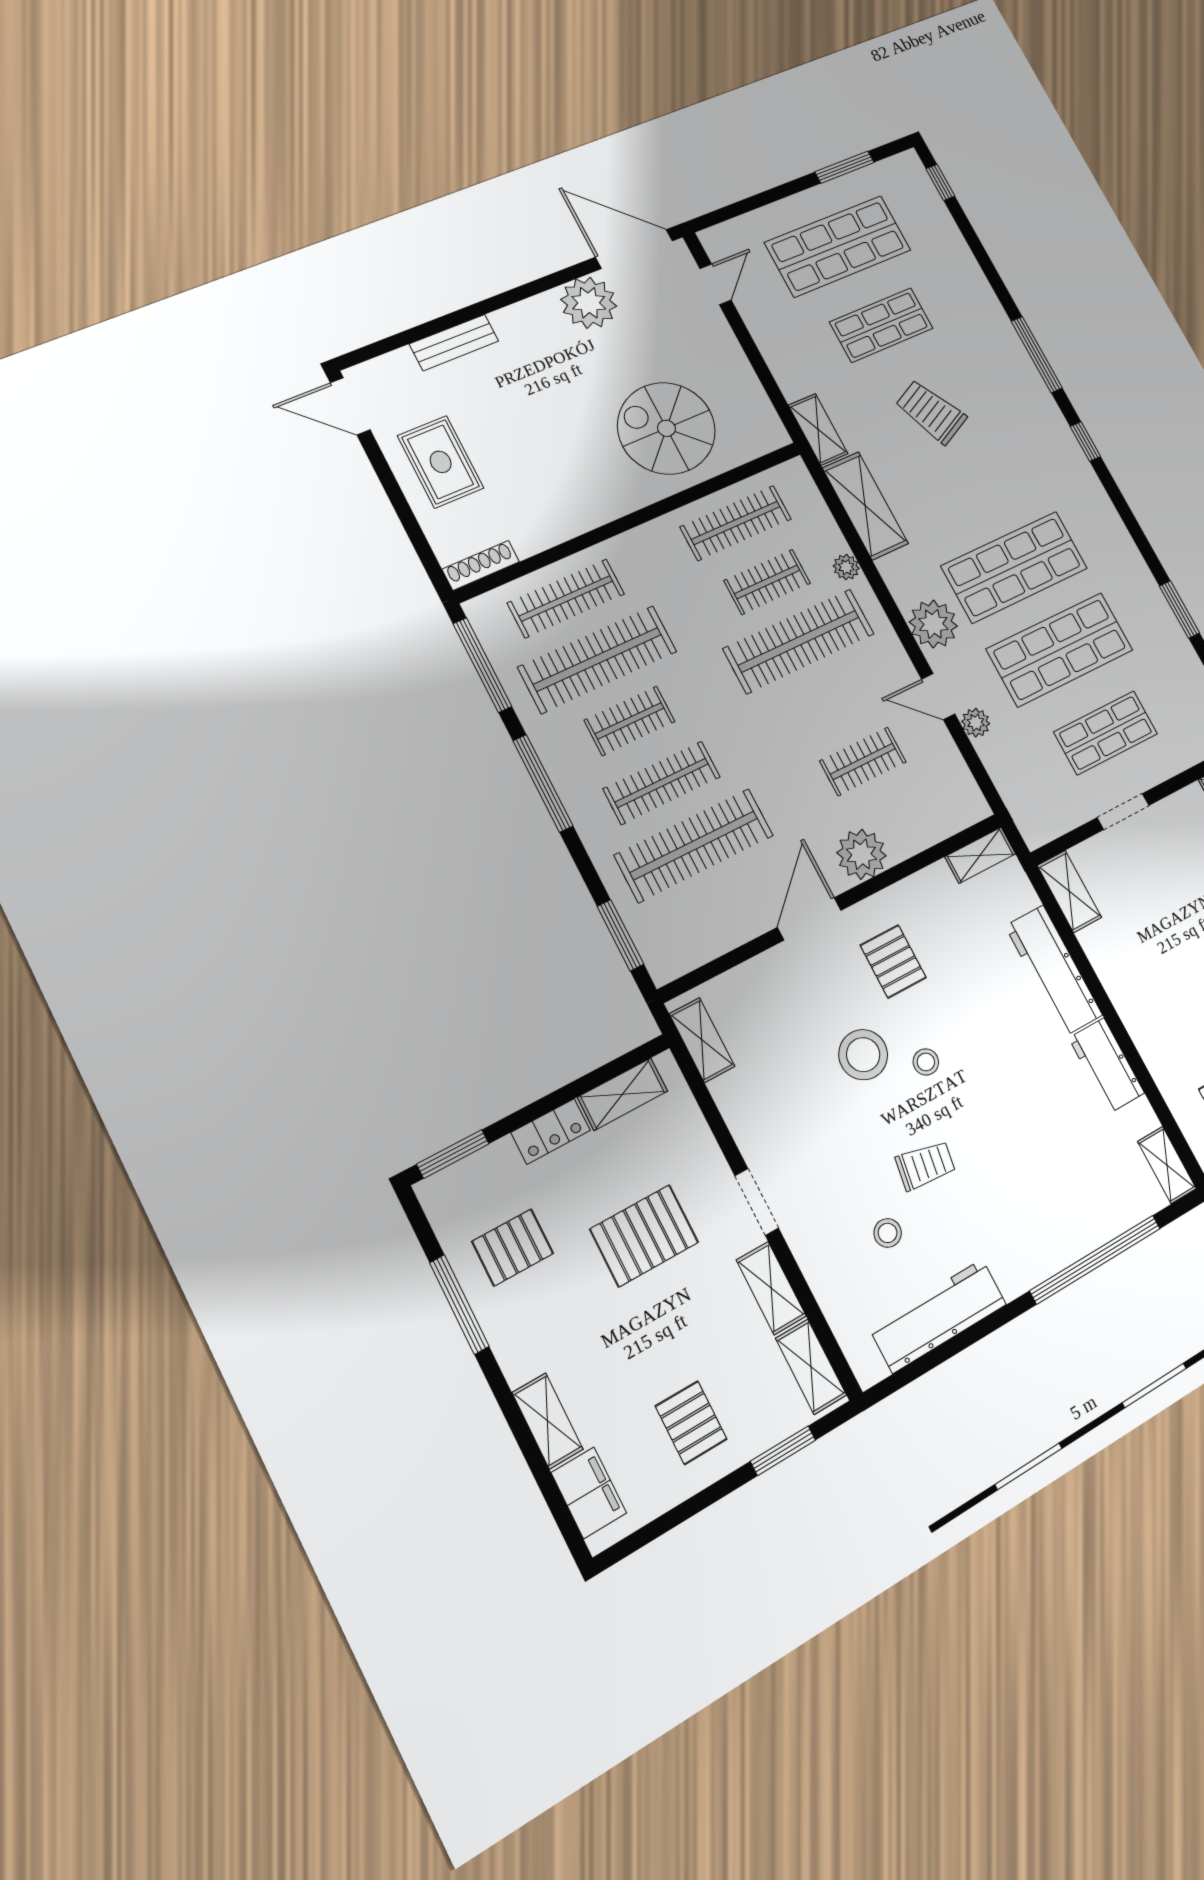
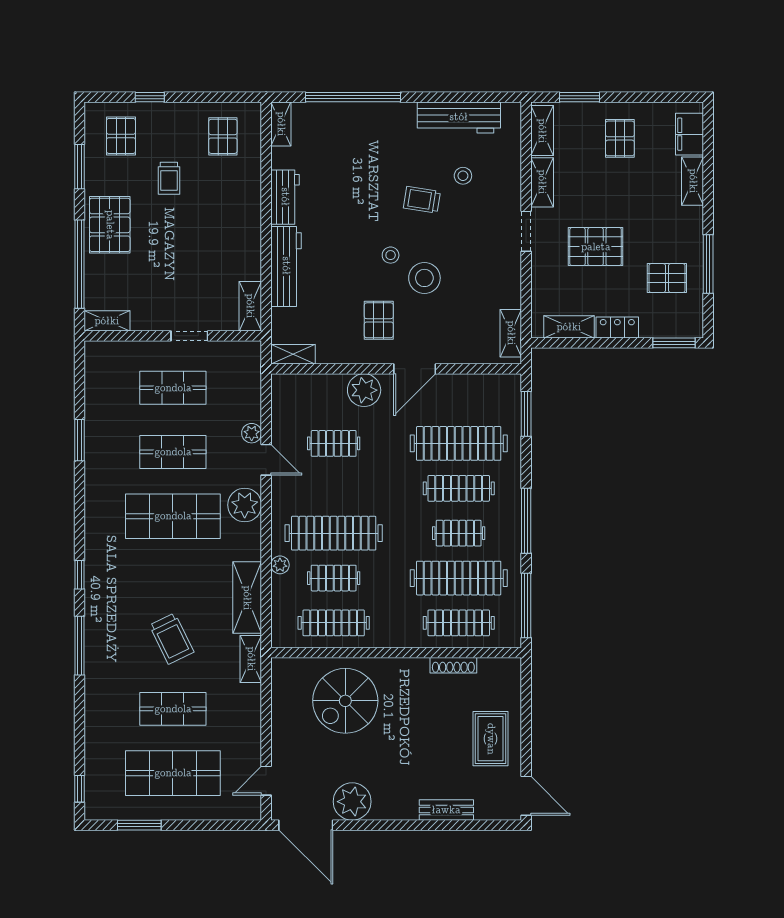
spiral stairs: (666, 428) -> (345, 701), turned 90
shoe rack: (481, 565) -> (453, 665), moved
shop shelf: (1060, 649) -> (173, 452), width x0.70, depth x0.74

